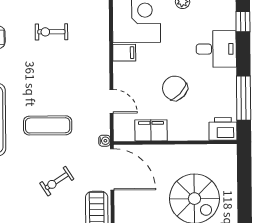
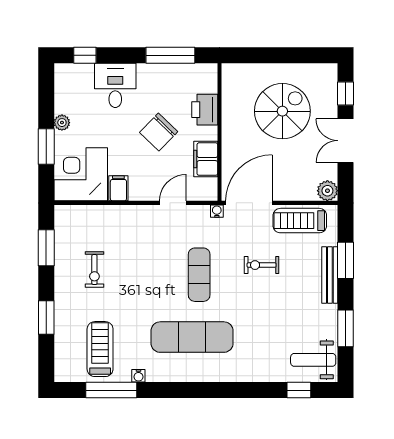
printer: (223, 129) -> (205, 110), moved
exercise bike: (57, 181) -> (262, 265), turned 123

